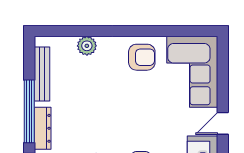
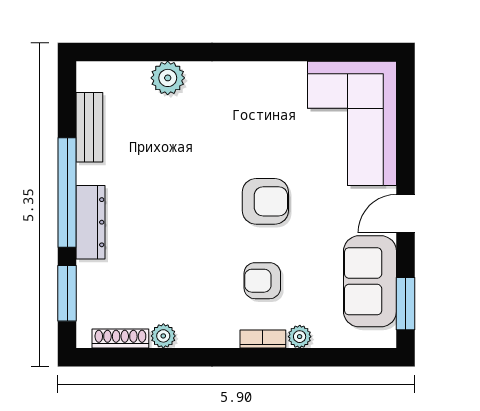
armchair: (142, 57) -> (265, 201), moved
bench: (42, 74) -> (89, 127), width x0.73

